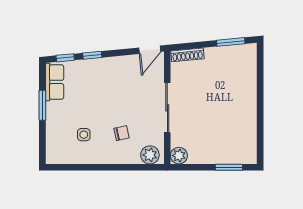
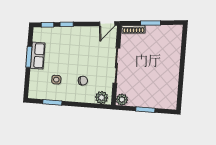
window: (231, 42) -> (151, 23), moved
row of seats: (55, 82) -> (38, 56), moved
window: (81, 167) -> (52, 102), added
window: (229, 167) -> (145, 110), moved

